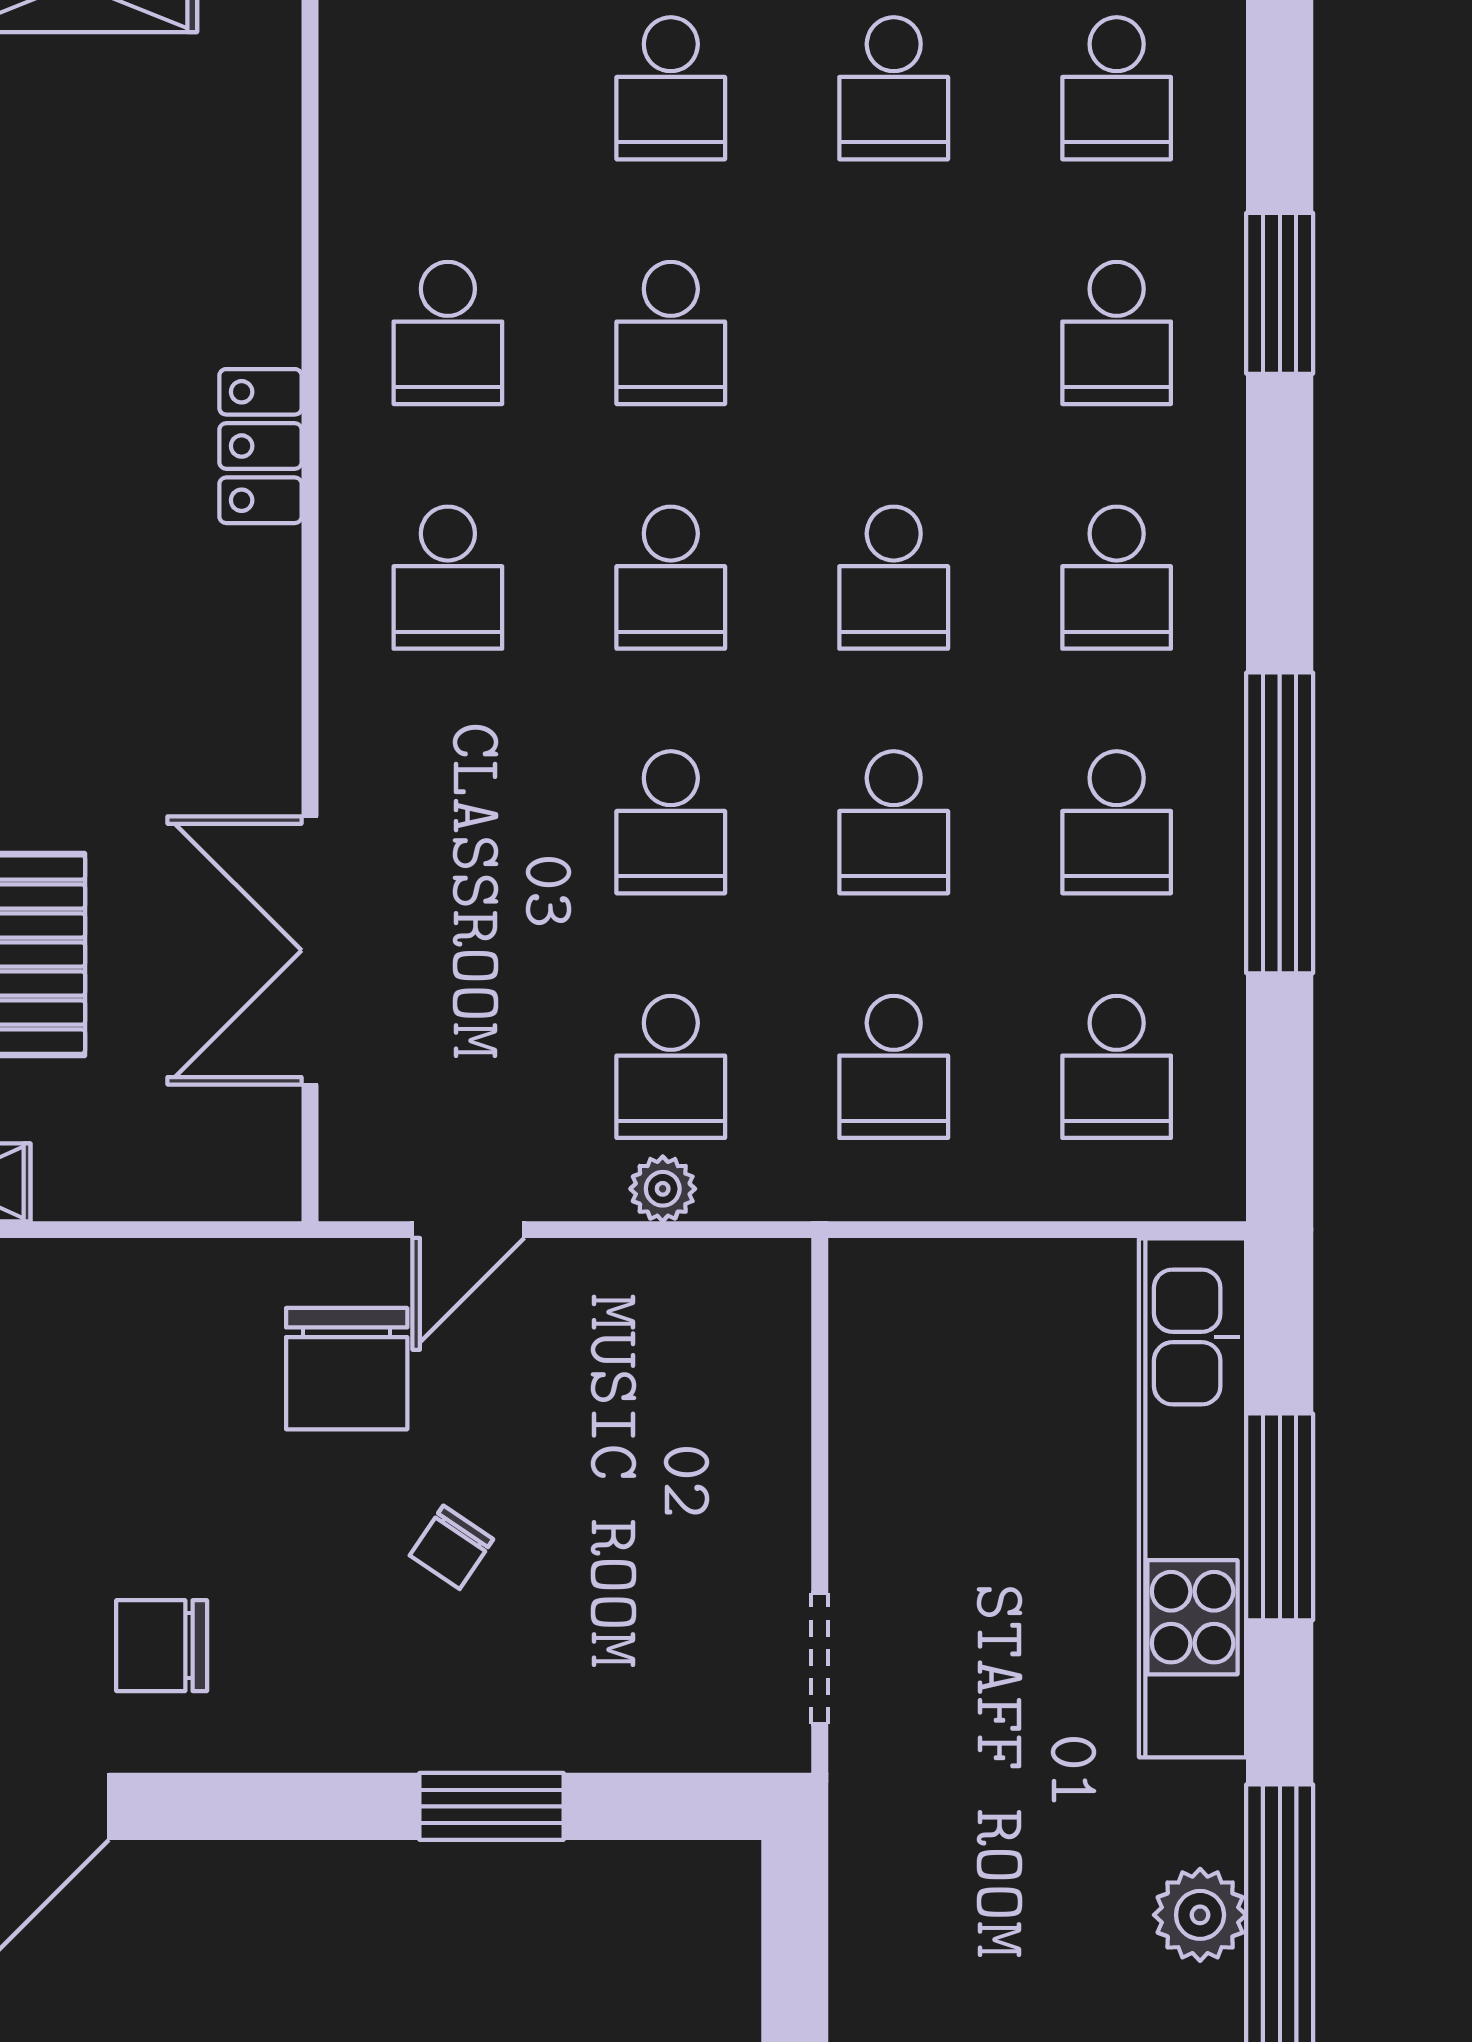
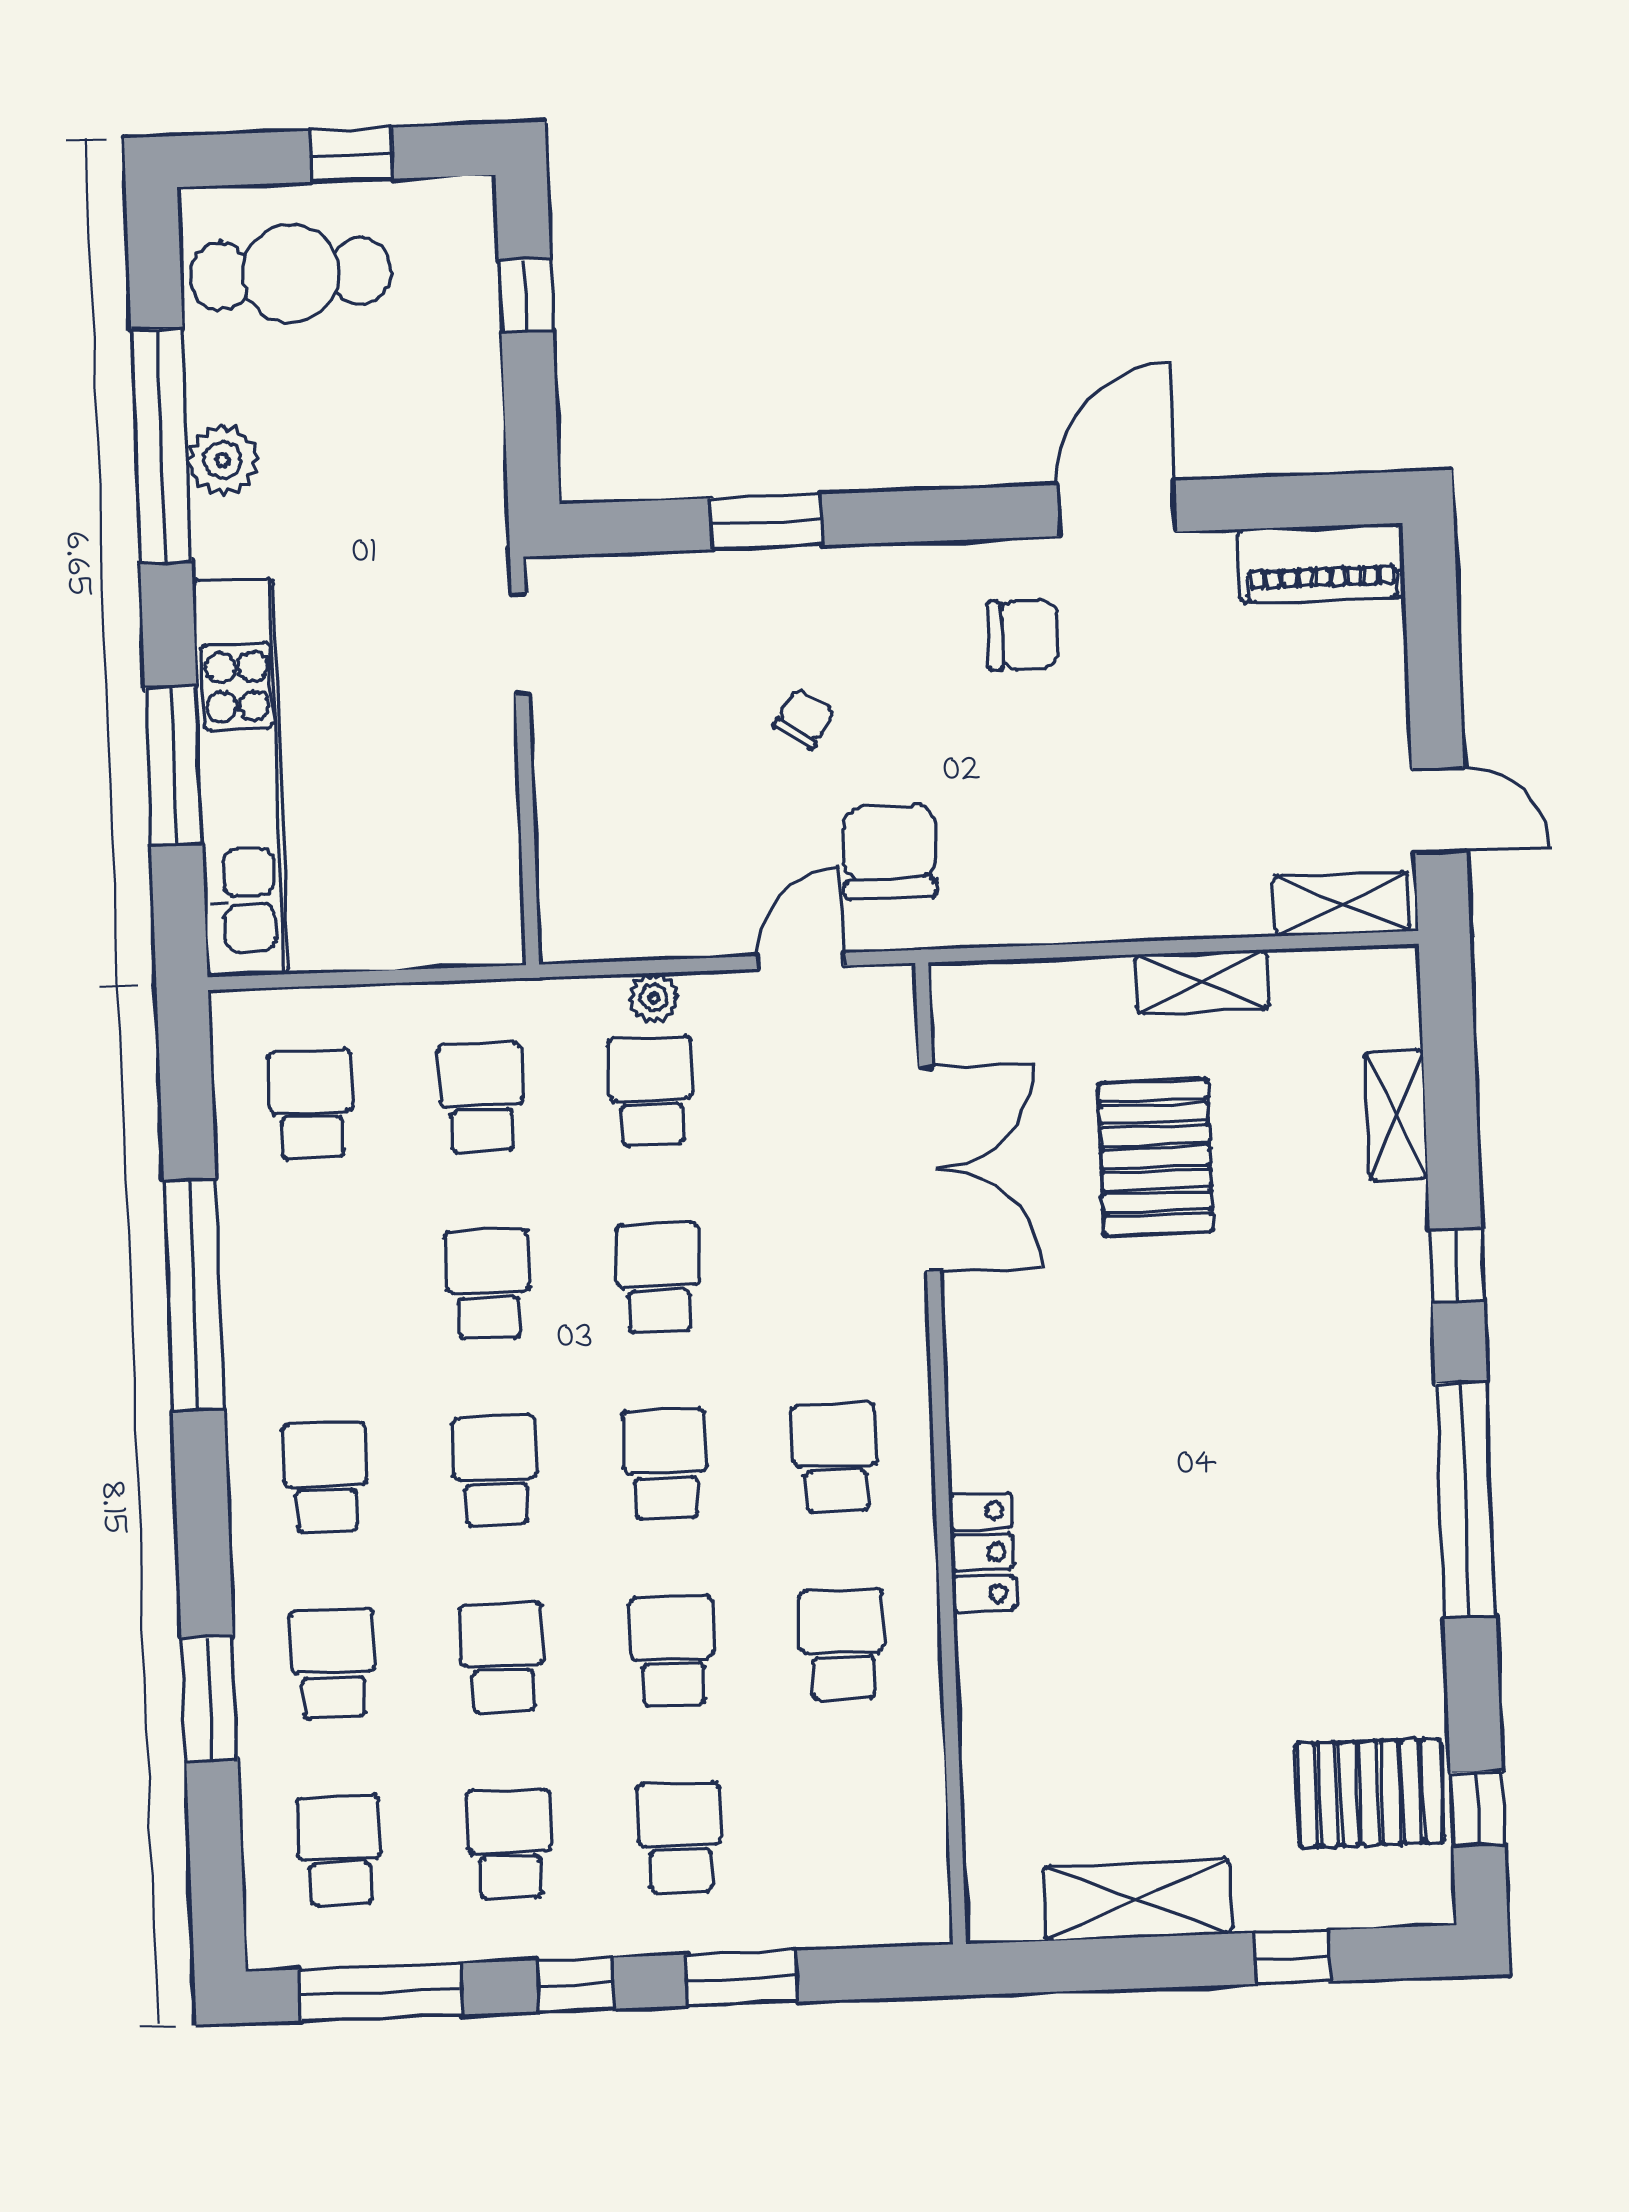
school desk: (1117, 822) -> (503, 1657), moved

